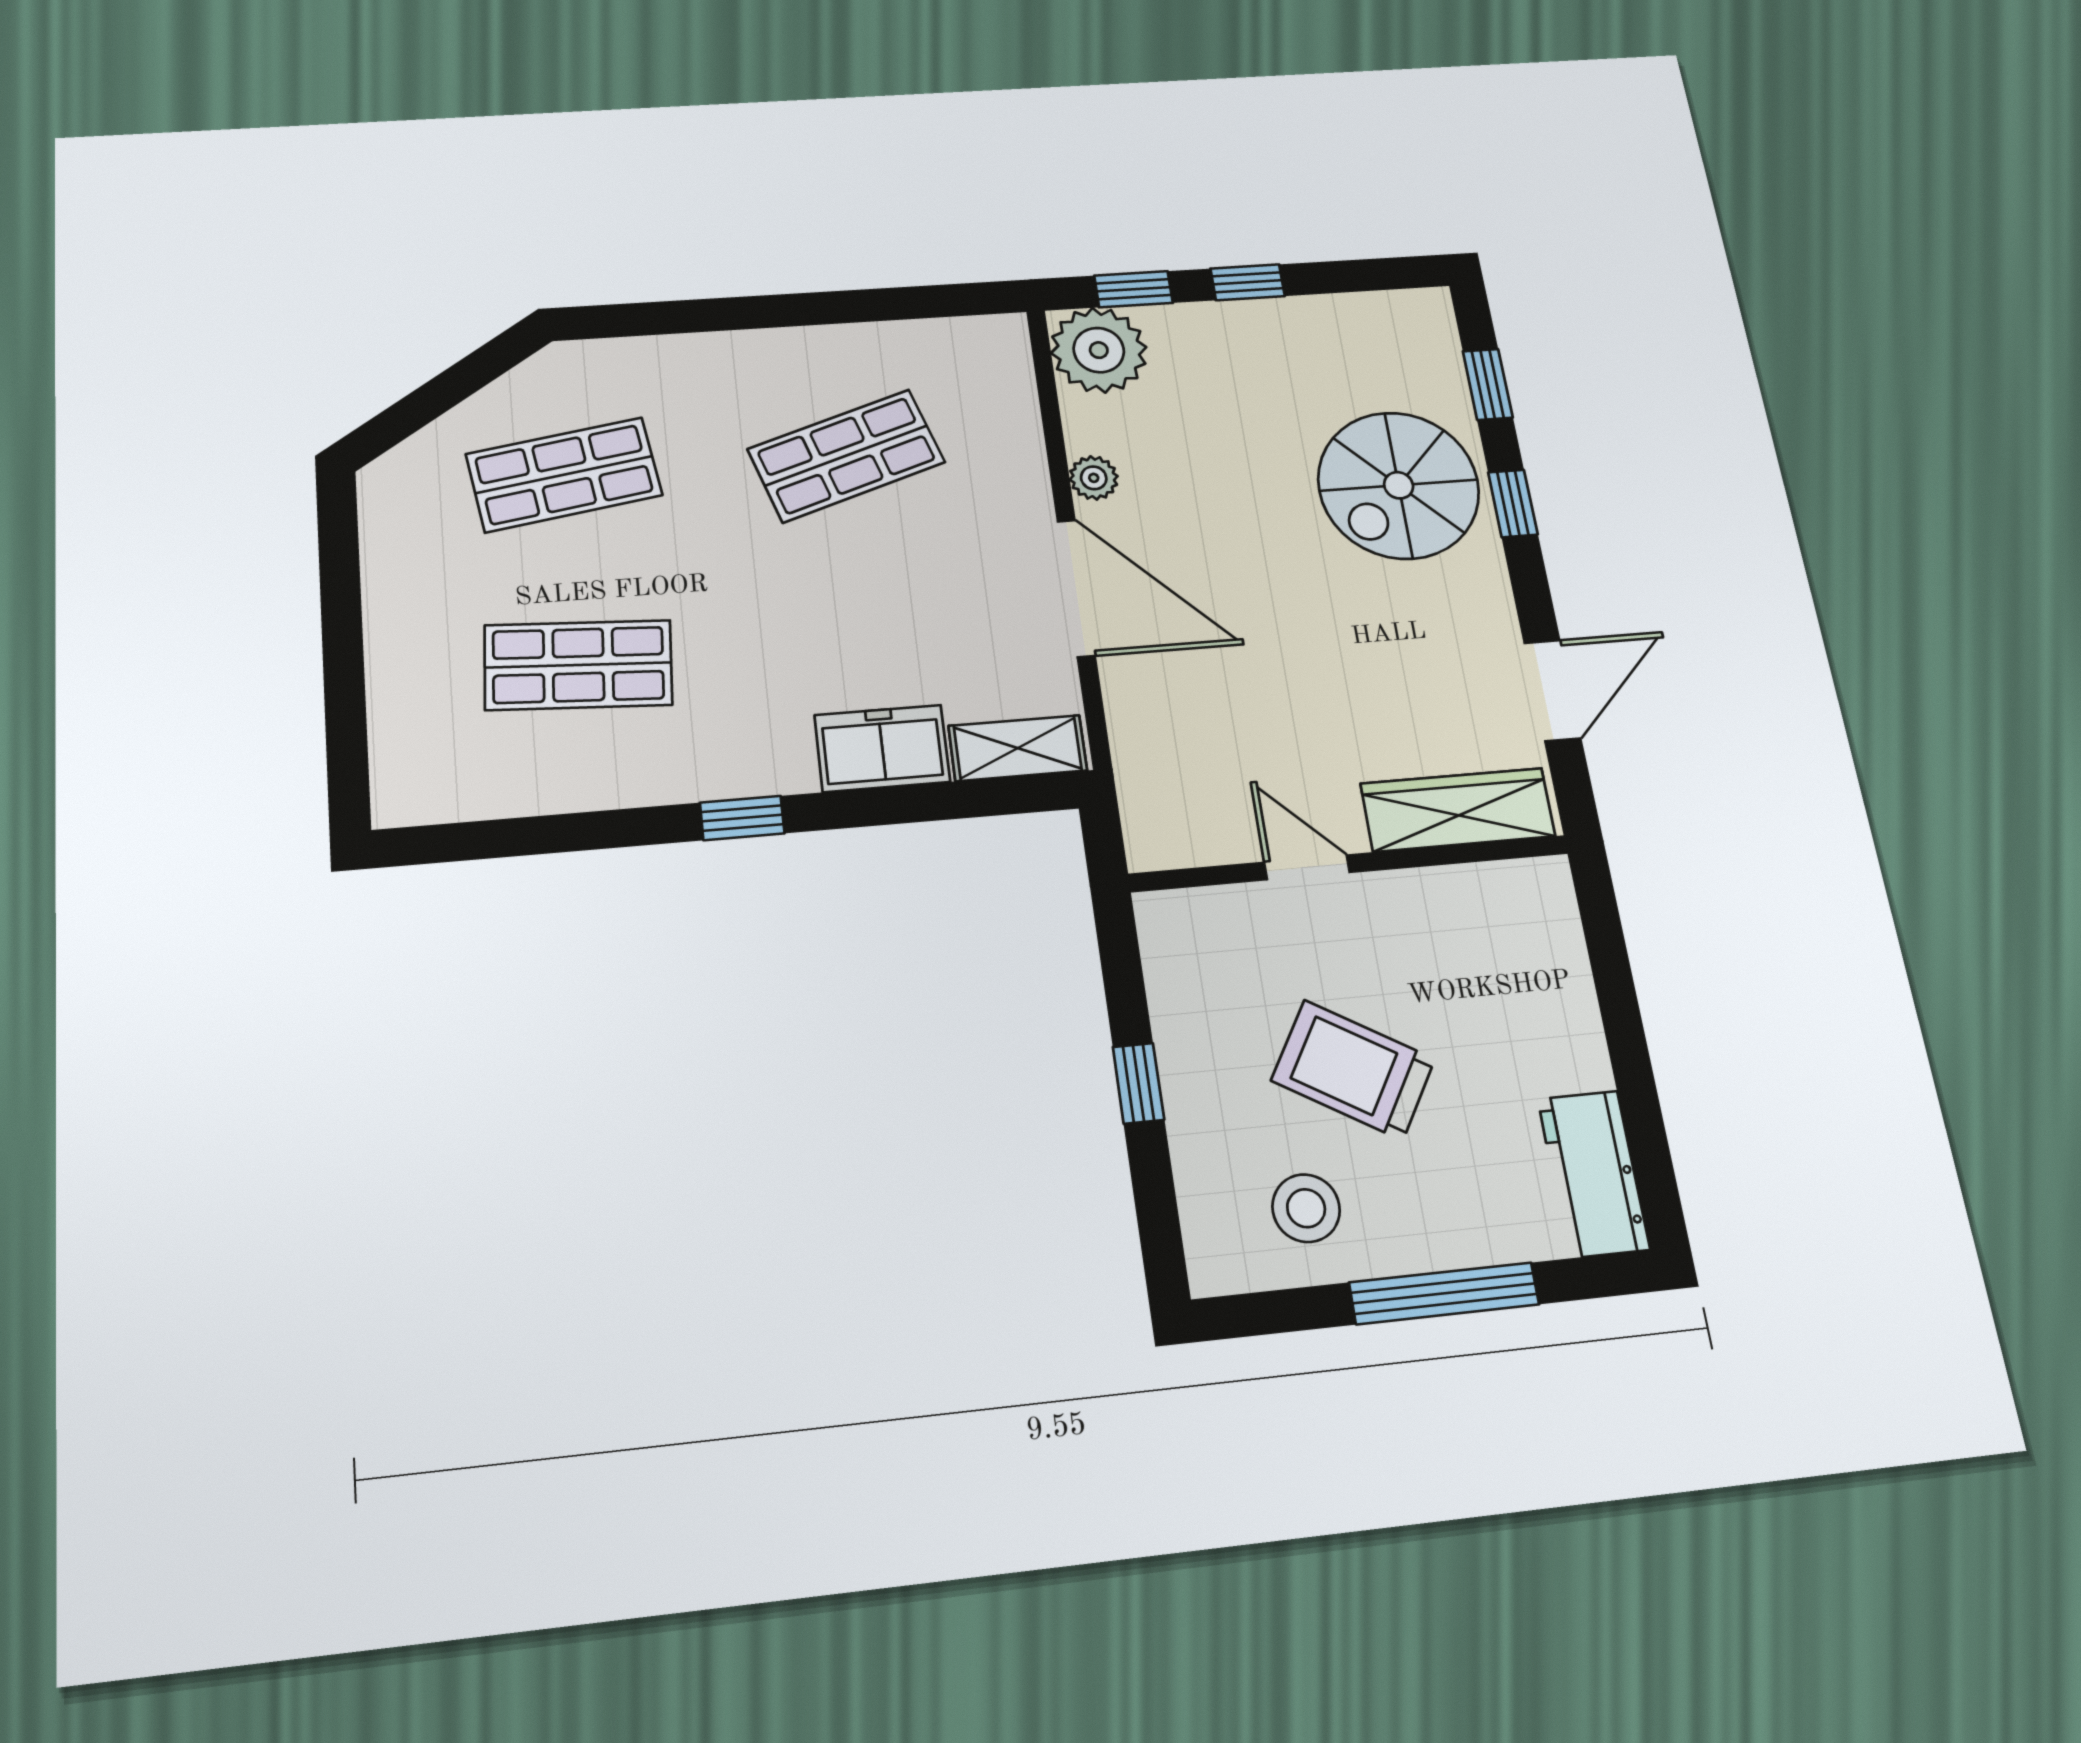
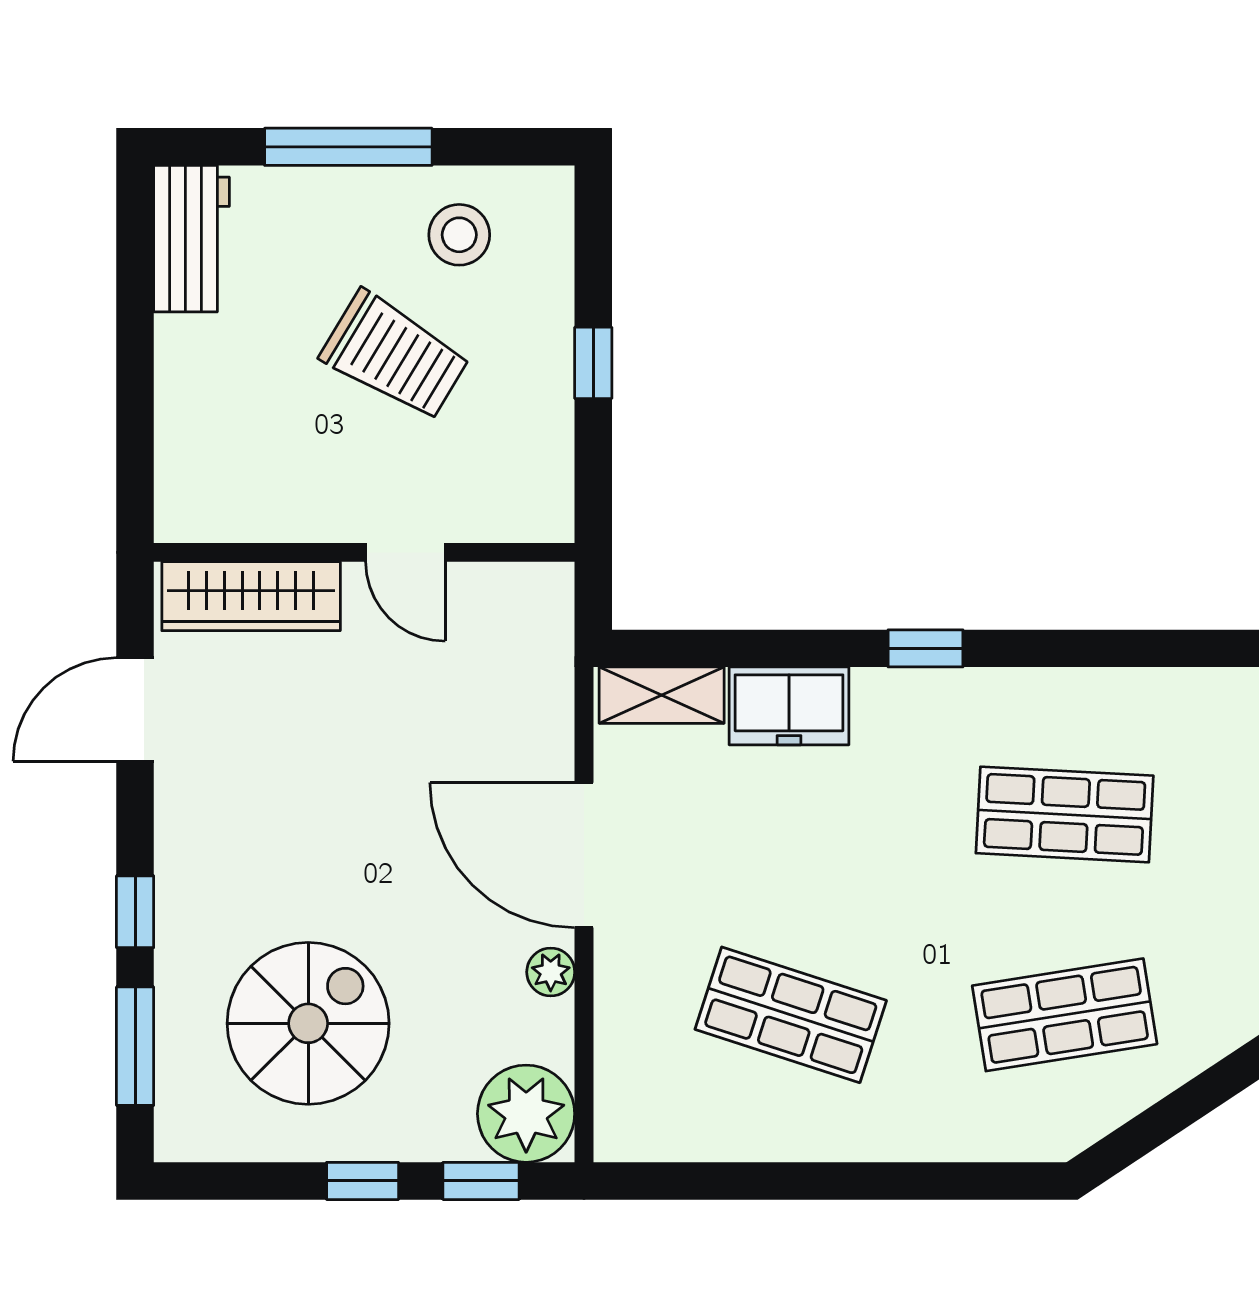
window: (1488, 384) -> (135, 1046), width x1.50
shop shelf: (846, 456) -> (791, 1015), turned 36
spiral stairs: (1399, 485) -> (308, 1023), moved

